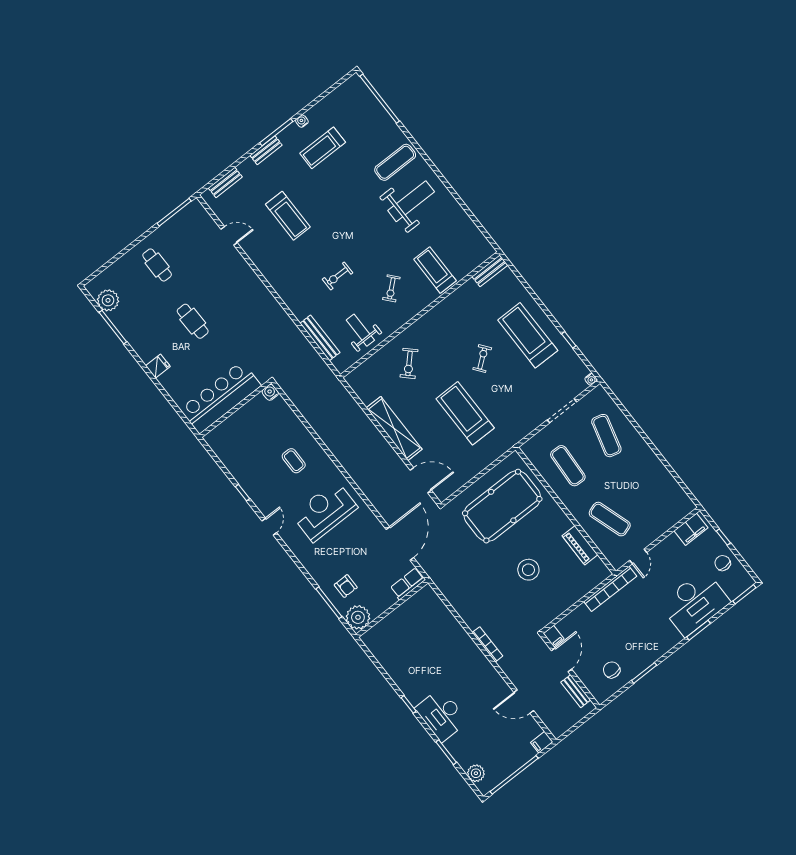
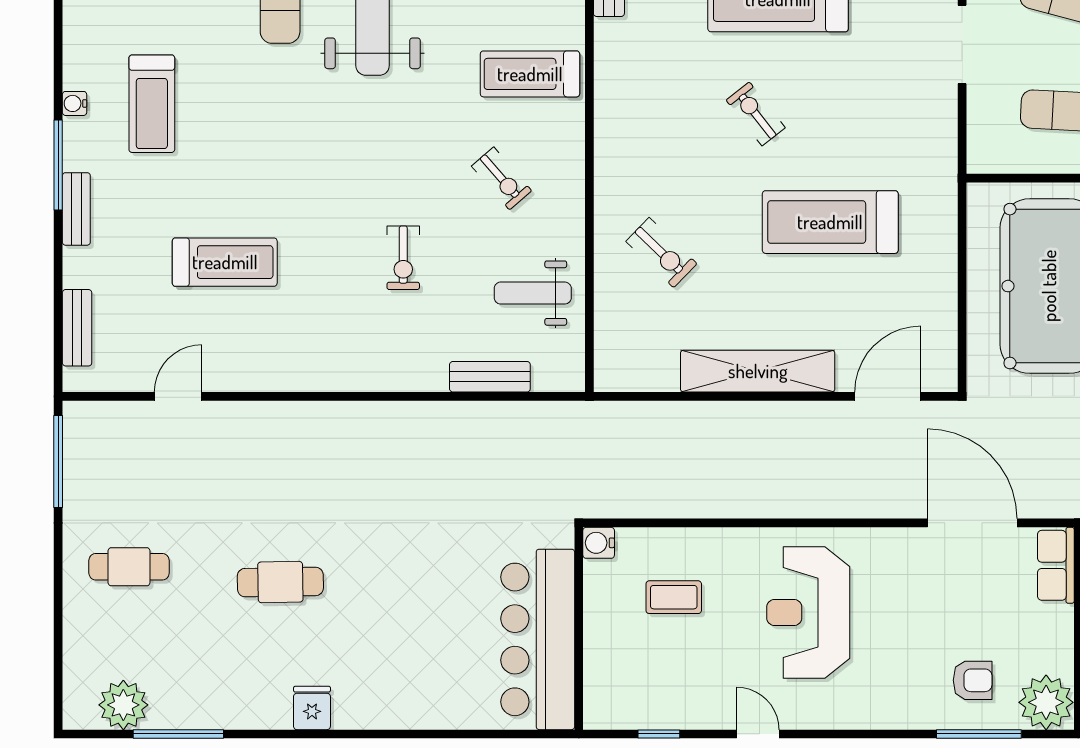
bench: (320, 338) -> (490, 377), width x0.73
water cooler: (270, 392) -> (599, 543), moved
bar counter: (221, 397) -> (538, 639), moved
wall: (235, 409) -> (579, 628), moved

